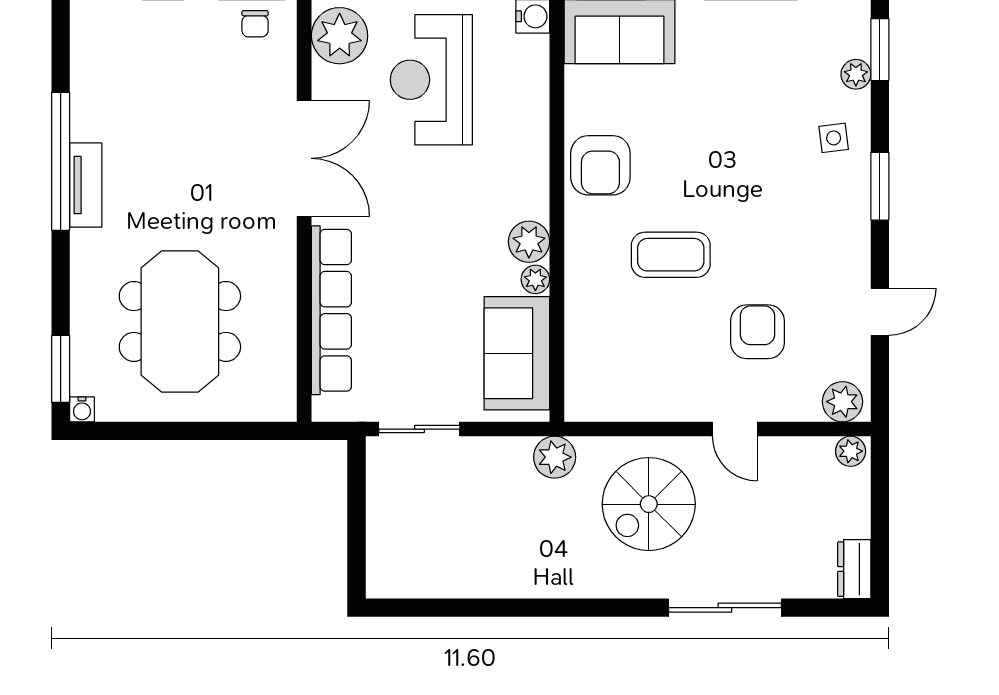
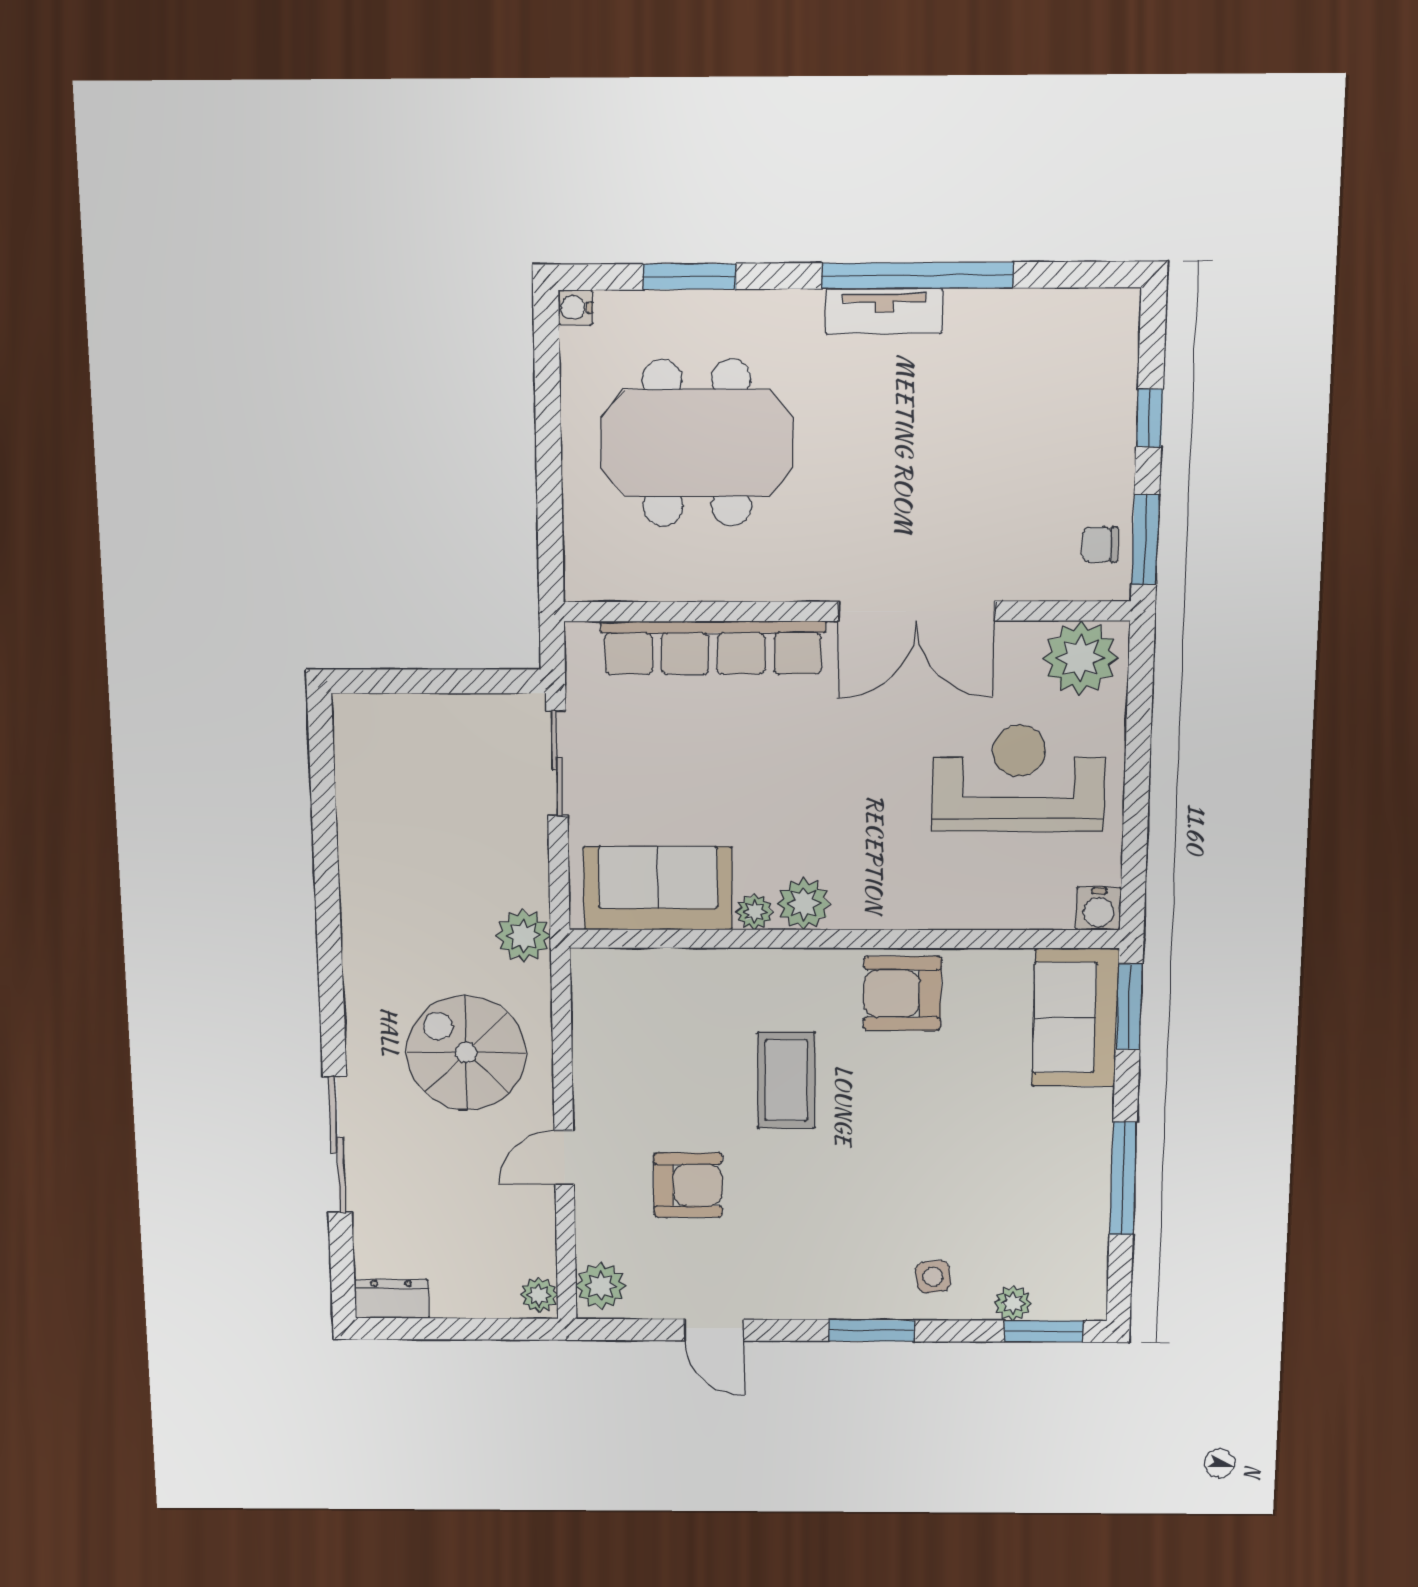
window: (61, 369) -> (689, 277), moved

